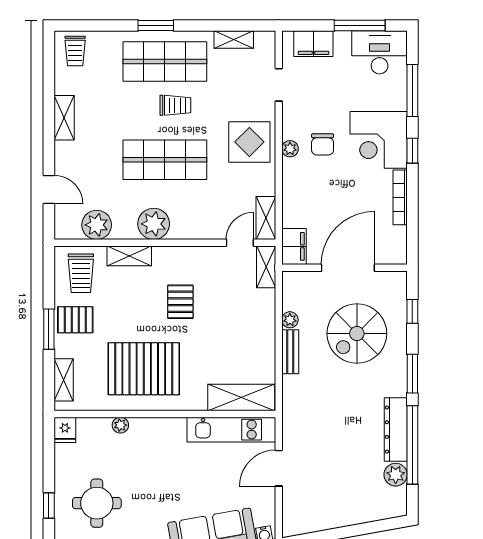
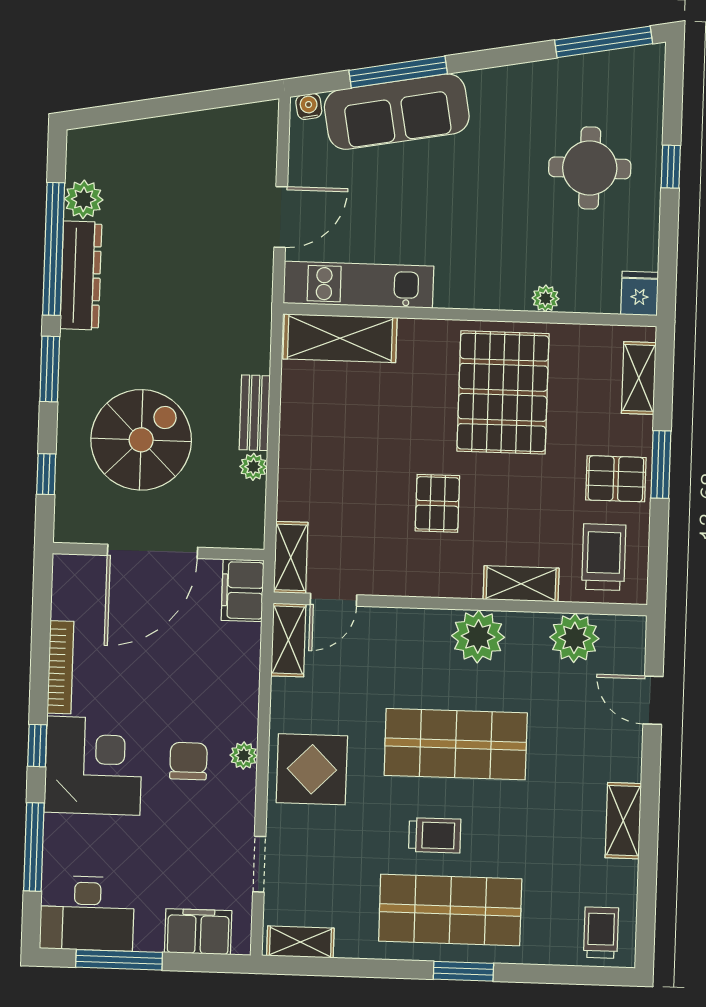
shelving: (234, 40) -> (300, 942), moved
trolley: (175, 105) -> (435, 835), turned 180
pallet: (144, 369) -> (503, 392), turned 90

